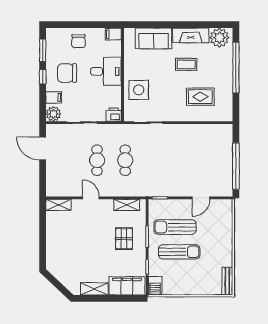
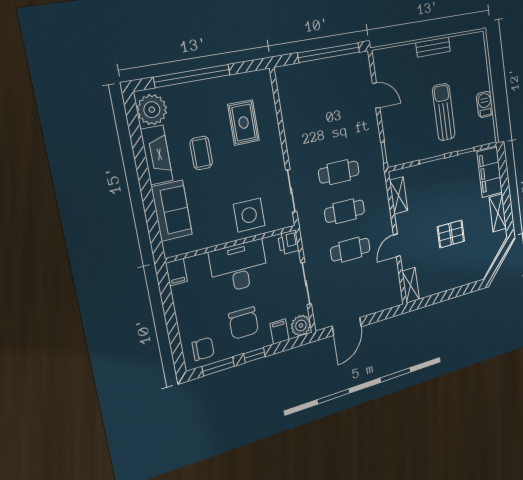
chair: (78, 41) -> (203, 349), moved
desk: (106, 71) -> (239, 267), width x1.37
cafe table: (153, 160) -> (339, 172), added
sun lounger: (175, 227) -> (416, 124), removed
pallet: (124, 239) -> (451, 234), moved
bench: (227, 281) -> (433, 47), moved
barbecue: (155, 286) -> (485, 105), moved, turned -90

